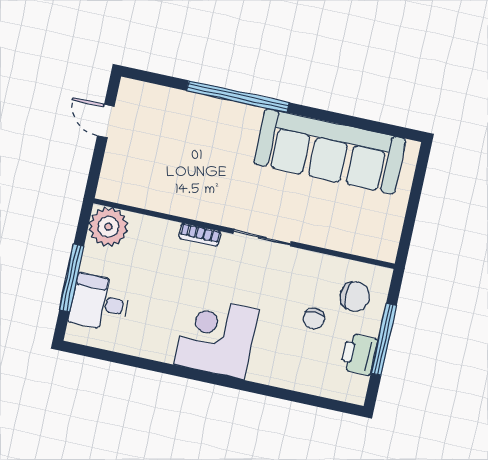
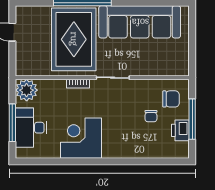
rug: (209, 157) -> (74, 39), added
desk: (100, 303) -> (31, 128), width x1.37
corner desk: (216, 337) -> (81, 138), moved

